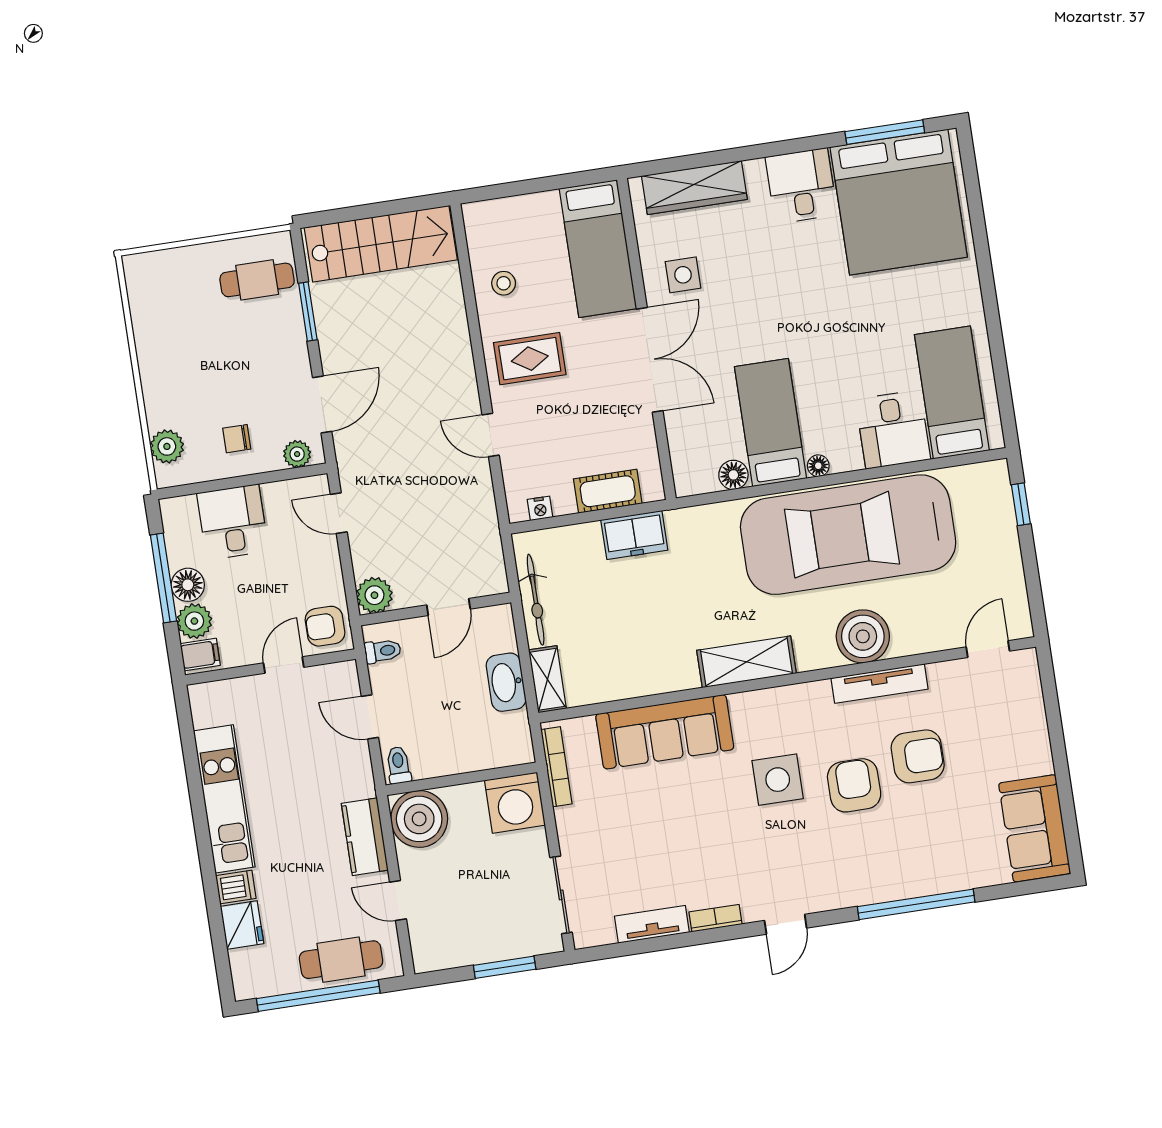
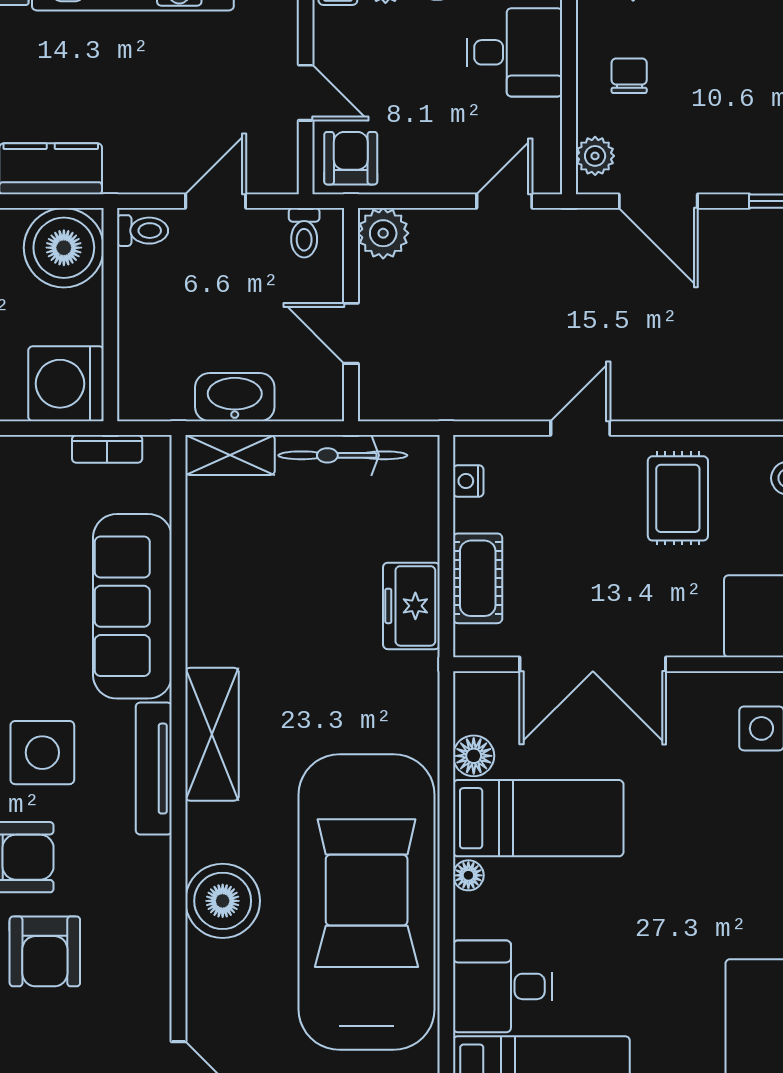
double door: (650, 360) -> (593, 664), moved
tv unit: (879, 684) -> (154, 769), moved
bookcase: (556, 767) -> (107, 449), width x0.64

